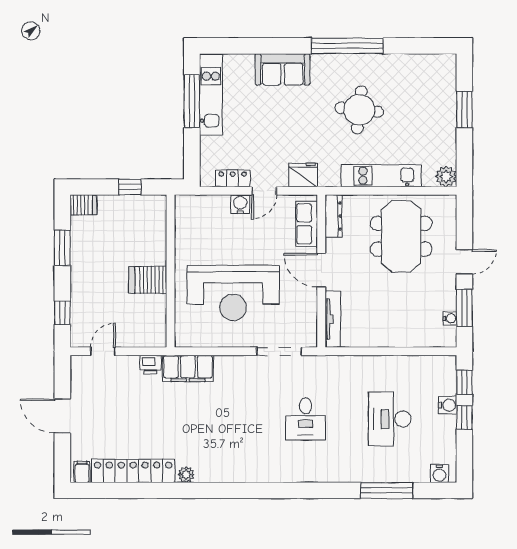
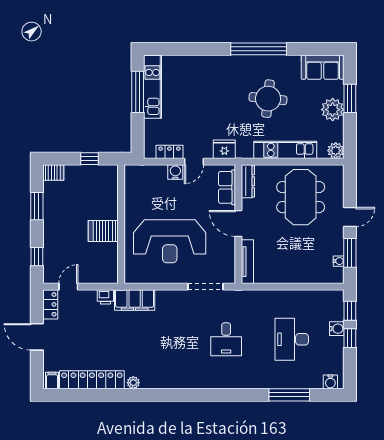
sofa: (283, 69) -> (323, 67), moved
plant: (442, 124) -> (333, 110), added
locker: (80, 374) -> (50, 304), added

